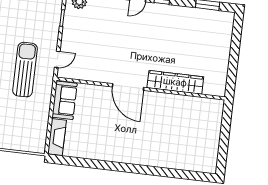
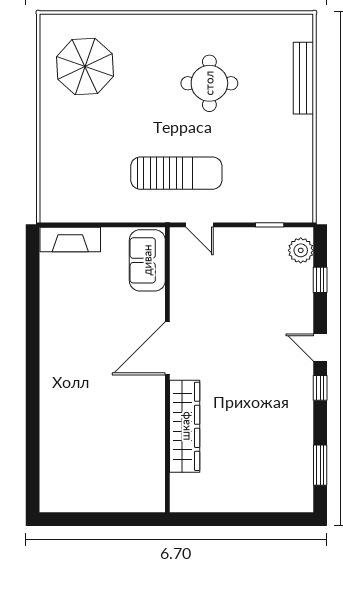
sofa: (64, 100) -> (147, 260), moved, turned 90

